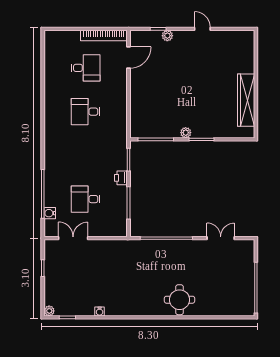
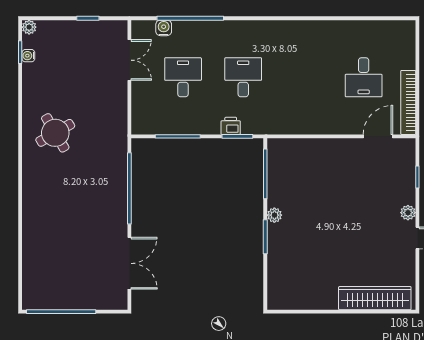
plant: (167, 36) -> (408, 213), moved
door: (129, 57) -> (378, 136), swing flipped
wardrobe: (246, 100) -> (375, 298), moved
desk: (86, 112) -> (243, 77), moved
printer: (121, 178) -> (231, 126), moved
double door: (221, 238) -> (129, 263), width x1.37
round table: (179, 300) -> (55, 133), moved, turned -30
water cooler: (100, 311) -> (28, 56), moved

